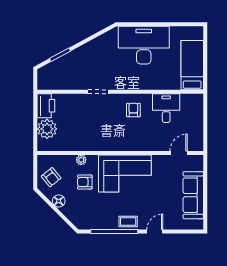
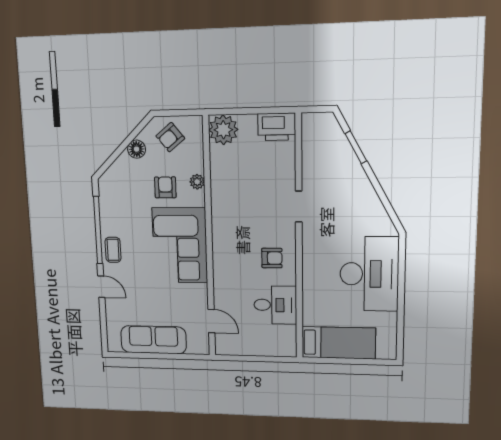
plant: (47, 129) -> (223, 130), moved

